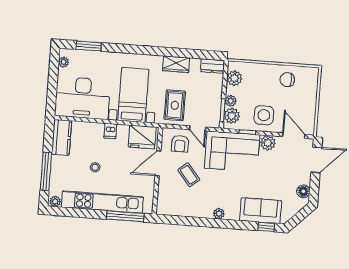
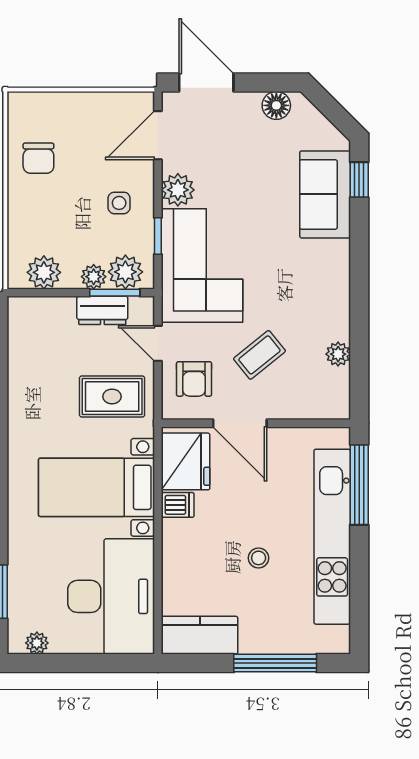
wardrobe: (176, 64) -> (23, 400), removed
dresser: (212, 66) -> (102, 310), moved, turned 90
side table: (264, 115) -> (119, 203), width x0.54, depth x0.54
door: (198, 128) -> (158, 343), swing flipped
dishwasher: (110, 131) -> (178, 505), moved
armchair: (180, 144) -> (194, 379), turned 90
plant: (55, 201) -> (338, 638), removed
plant: (219, 214) -> (338, 354), moved

